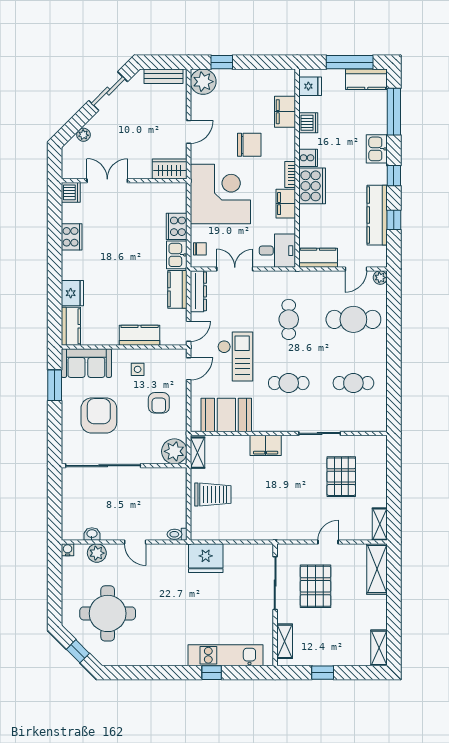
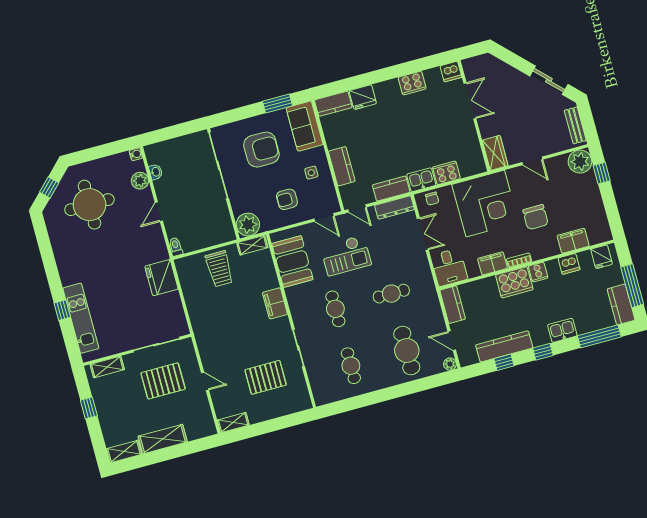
plant: (83, 135) -> (505, 69), removed
shelving: (377, 569) -> (163, 439), moved

